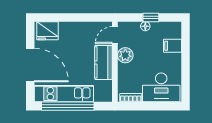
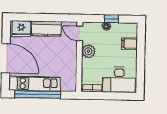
door: (115, 35) -> (80, 34), hinge flipped
kitchen counter: (103, 62) -> (46, 29), moved, turned -90

